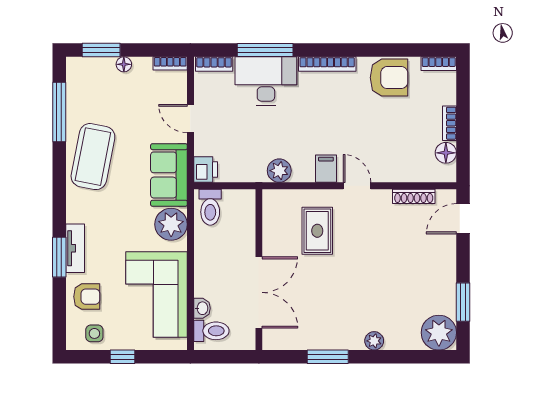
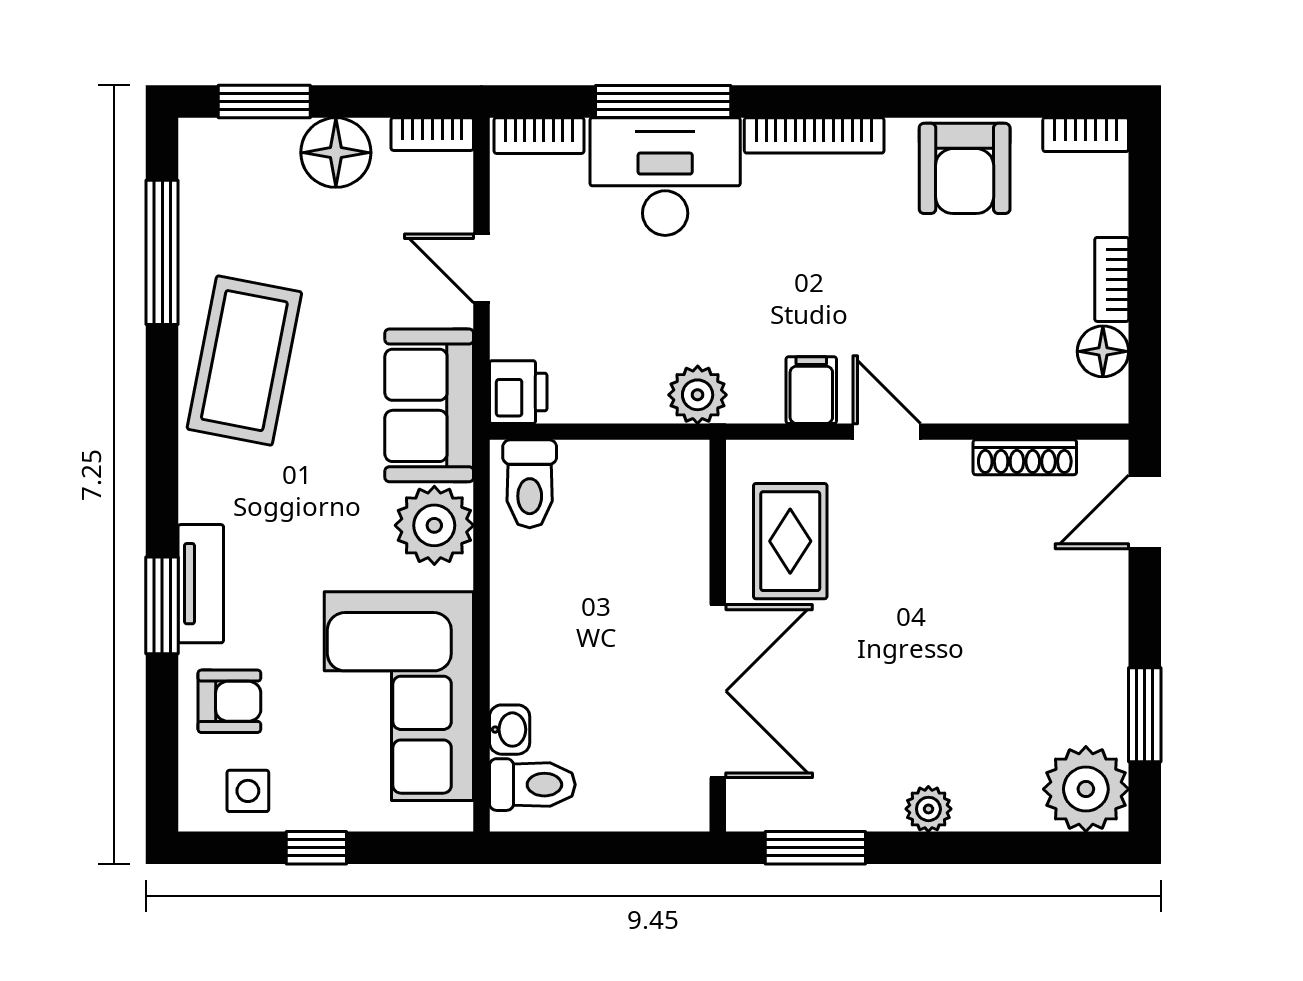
floor lamp: (124, 64) -> (336, 153), width x1.89, depth x1.89
armchair: (389, 78) -> (965, 168), turned 90
wall: (259, 270) -> (718, 636), moved
double door: (259, 292) -> (718, 691), moved

